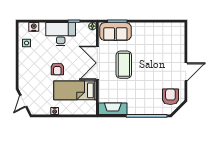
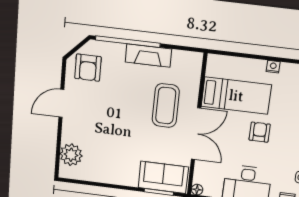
plant: (177, 39) -> (71, 155), added
coffee table: (124, 65) -> (166, 106), moved
fireplace: (113, 109) -> (148, 56), moved

